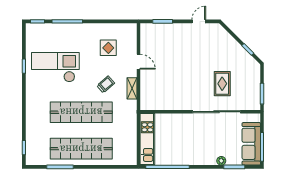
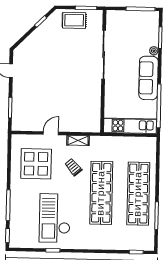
display table: (108, 48) -> (36, 164), width x1.86, depth x1.86
rug: (222, 84) -> (74, 20), moved
sofa: (251, 144) -> (148, 78), moved, turned 90

